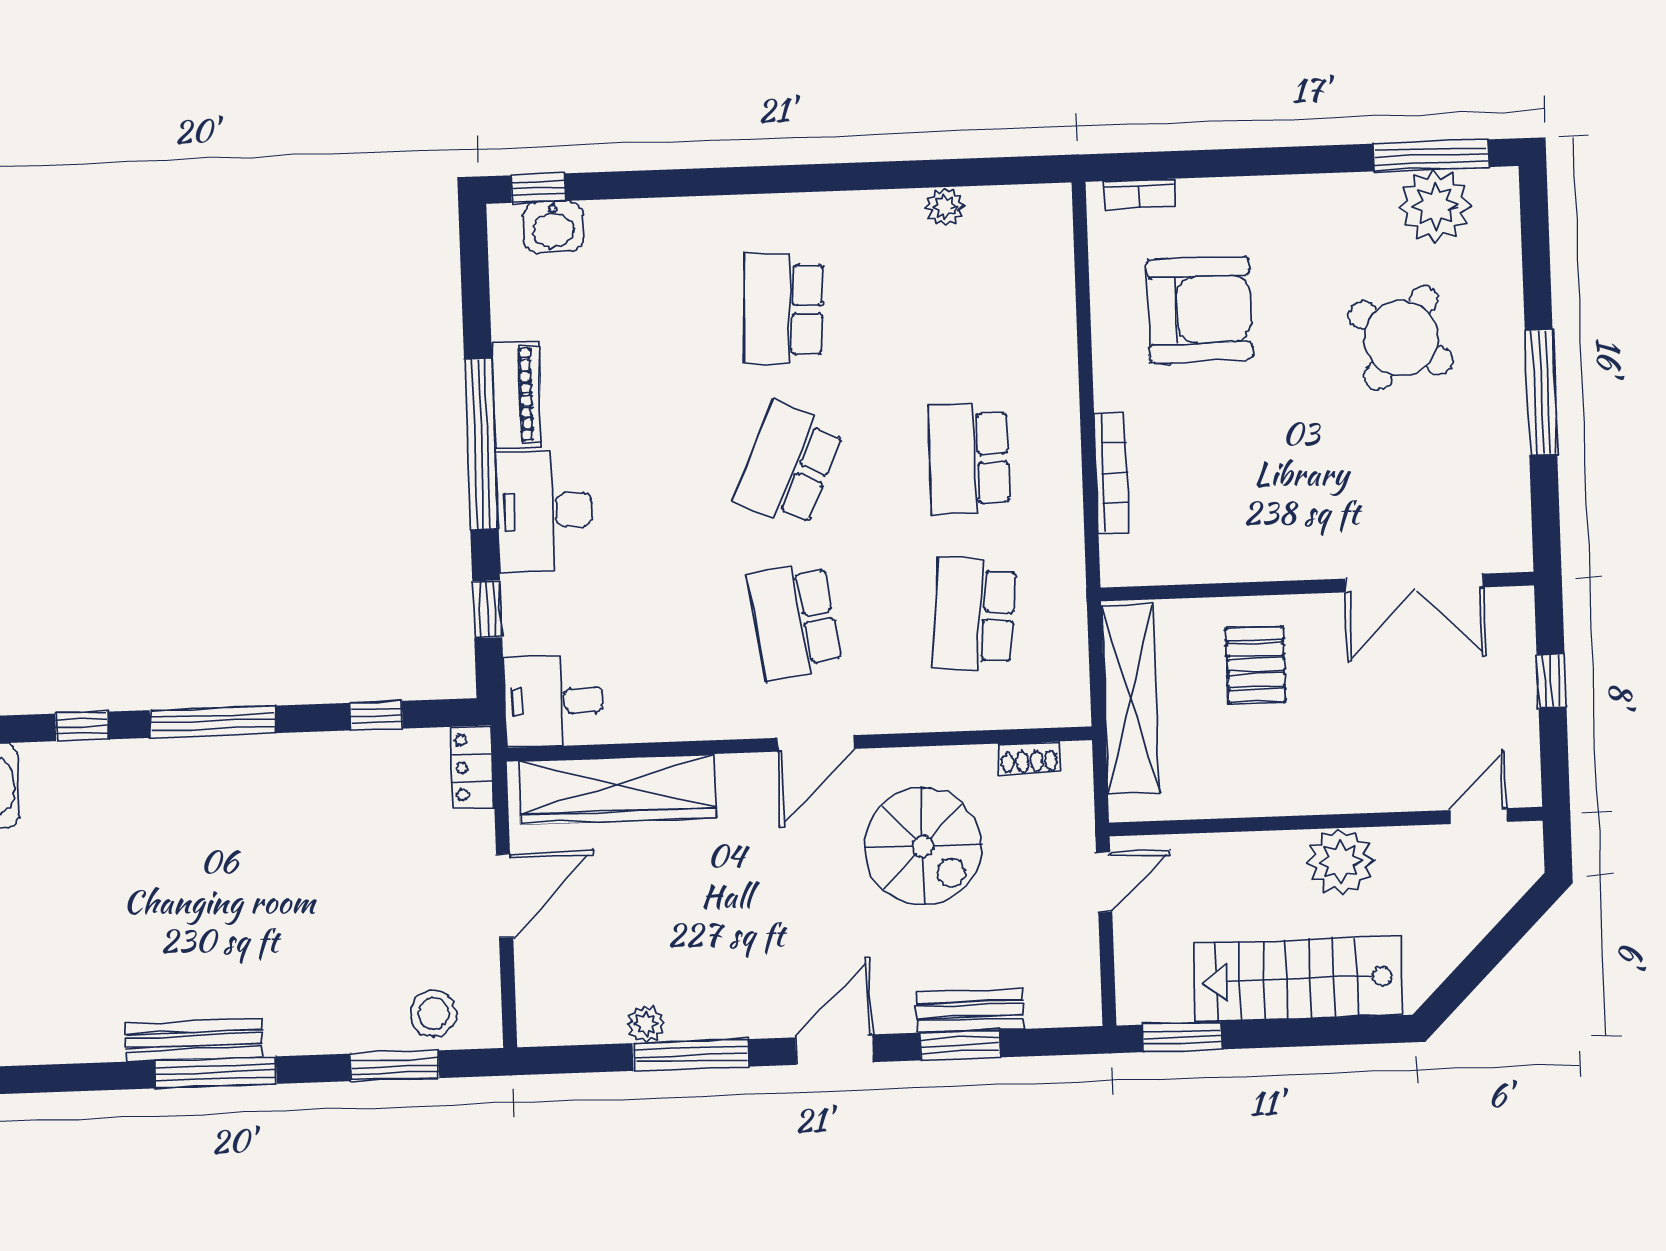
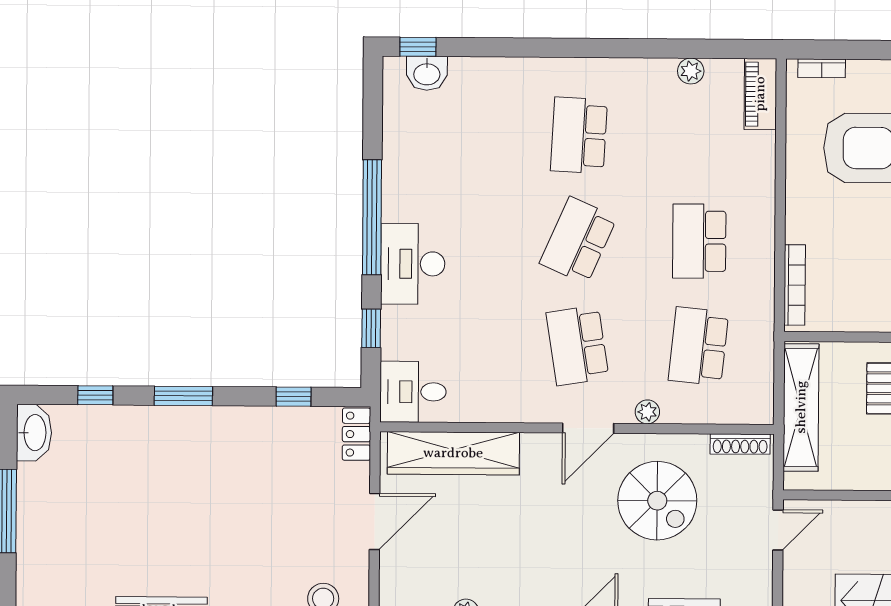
piano: (517, 395) -> (760, 94), moved, turned 180
bookcase: (1111, 473) -> (795, 285), moved
plant: (903, 715) -> (647, 412), added
window: (213, 722) -> (183, 396), width x0.69
shoe rack: (1029, 758) -> (740, 444), width x1.43

